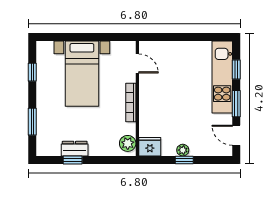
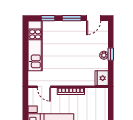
door: (137, 64) -> (44, 87), swing flipped
kitchen unit: (222, 77) -> (35, 46), moved, turned -90
plant: (128, 143) -> (99, 93), removed

